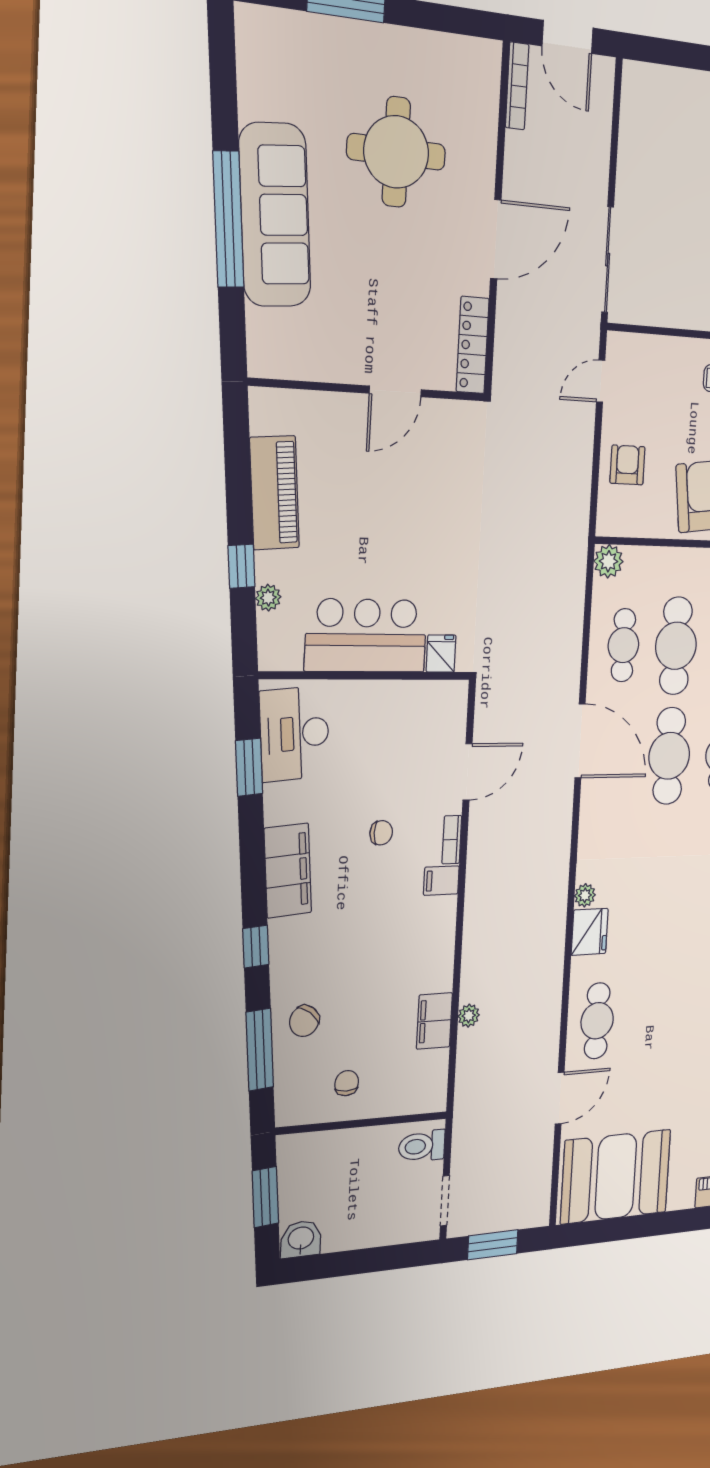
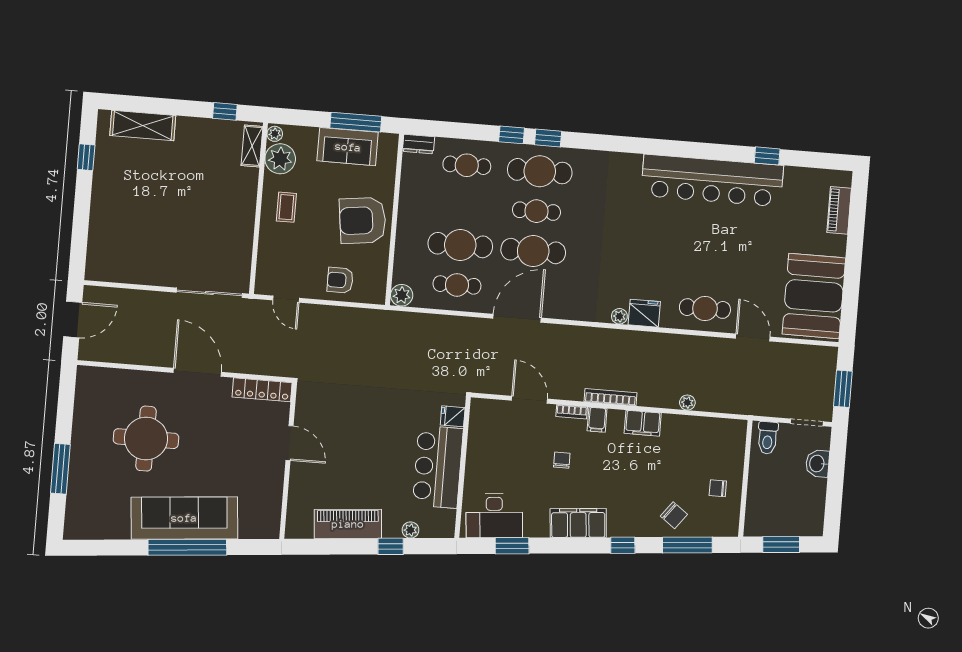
bookcase: (517, 86) -> (610, 397), moved
filing cabinet: (434, 1021) -> (643, 423), moved
washbasin: (301, 1239) -> (817, 464), moved

